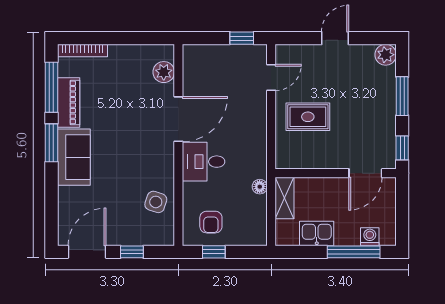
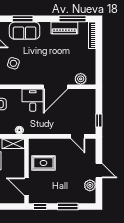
plant: (386, 55) -> (90, 185), moved
rug: (308, 117) -> (43, 163), moved, turned 90
door: (178, 119) -> (56, 87), hinge flipped
window: (51, 143) -> (23, 19), moved
sofa: (74, 157) -> (25, 31), moved
side table: (156, 202) -> (13, 63), moved

